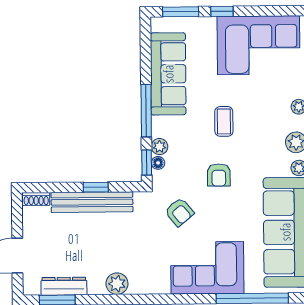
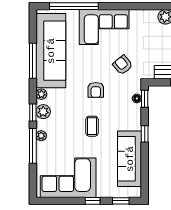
window: (181, 12) -> (121, 201), width x0.67
window: (146, 111) -> (145, 134), width x0.46
plant: (159, 147) -> (136, 110), removed
armchair: (219, 175) -> (96, 90), turned 180

